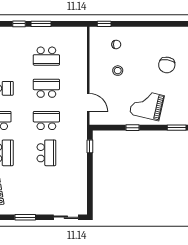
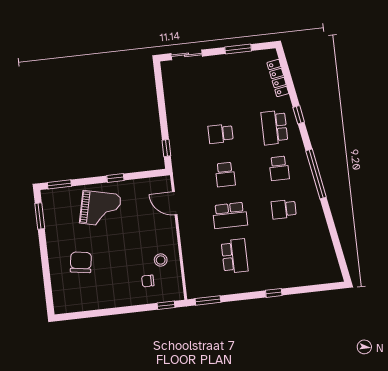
window: (41, 24) -> (208, 300), moved
school desk: (46, 56) -> (235, 256), turned 90
stool: (118, 71) -> (161, 260), moved
school desk: (46, 121) -> (225, 174), width x0.54
school desk: (46, 153) -> (221, 134), width x0.54

